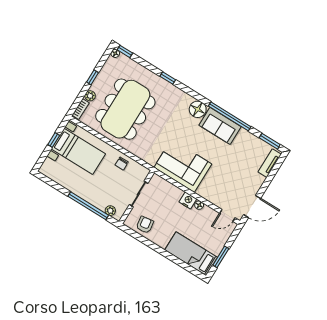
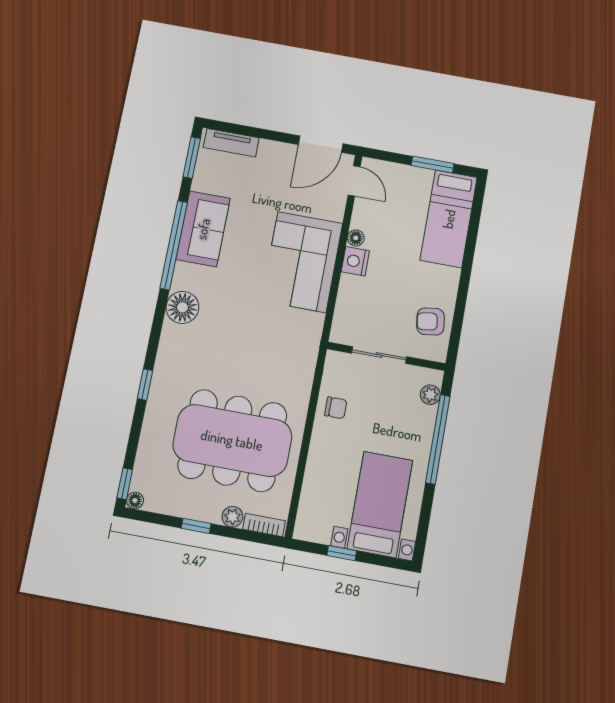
sofa: (220, 126) -> (203, 229), moved
bed with nightstands: (78, 151) -> (380, 504), moved
corner sofa: (183, 166) -> (302, 262), moved
door: (252, 206) -> (321, 144), swing flipped

